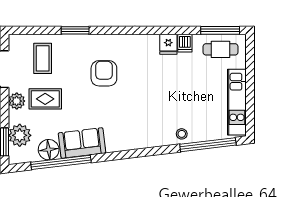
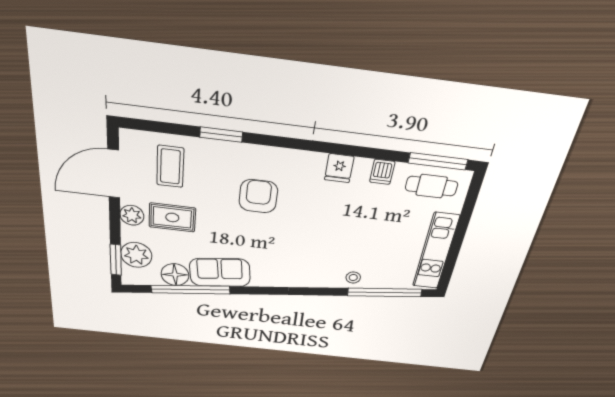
fridge: (168, 44) -> (339, 168), moved

